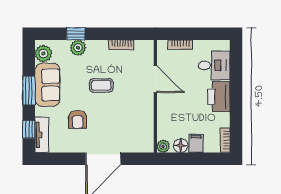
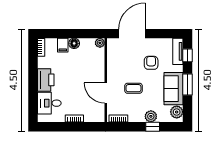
door: (155, 79) -> (106, 93), moved
wall: (155, 96) -> (106, 80), moved
plant: (163, 146) -> (100, 43), moved

